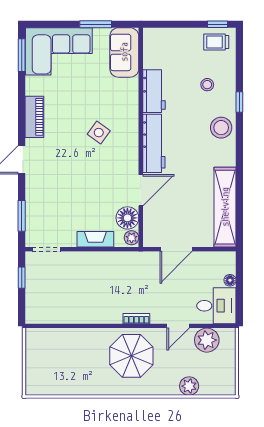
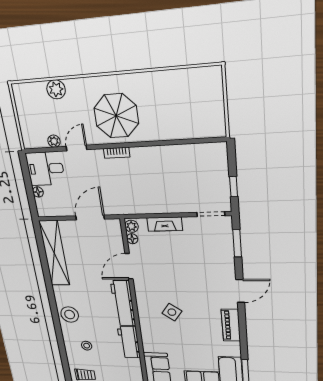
window: (239, 102) -> (59, 333), removed
floor lamp: (127, 218) -> (132, 239), width x0.53, depth x0.53
plant: (207, 340) -> (54, 141), width x0.53, depth x0.53

